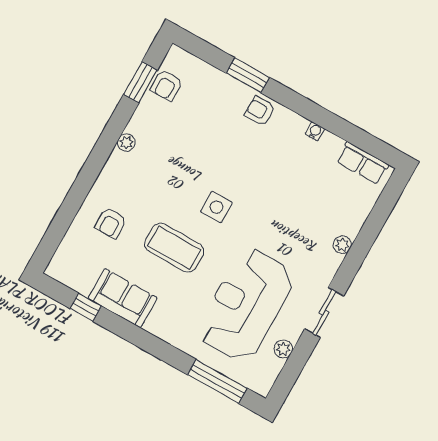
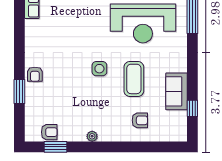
water cooler: (315, 131) -> (29, 39), removed

